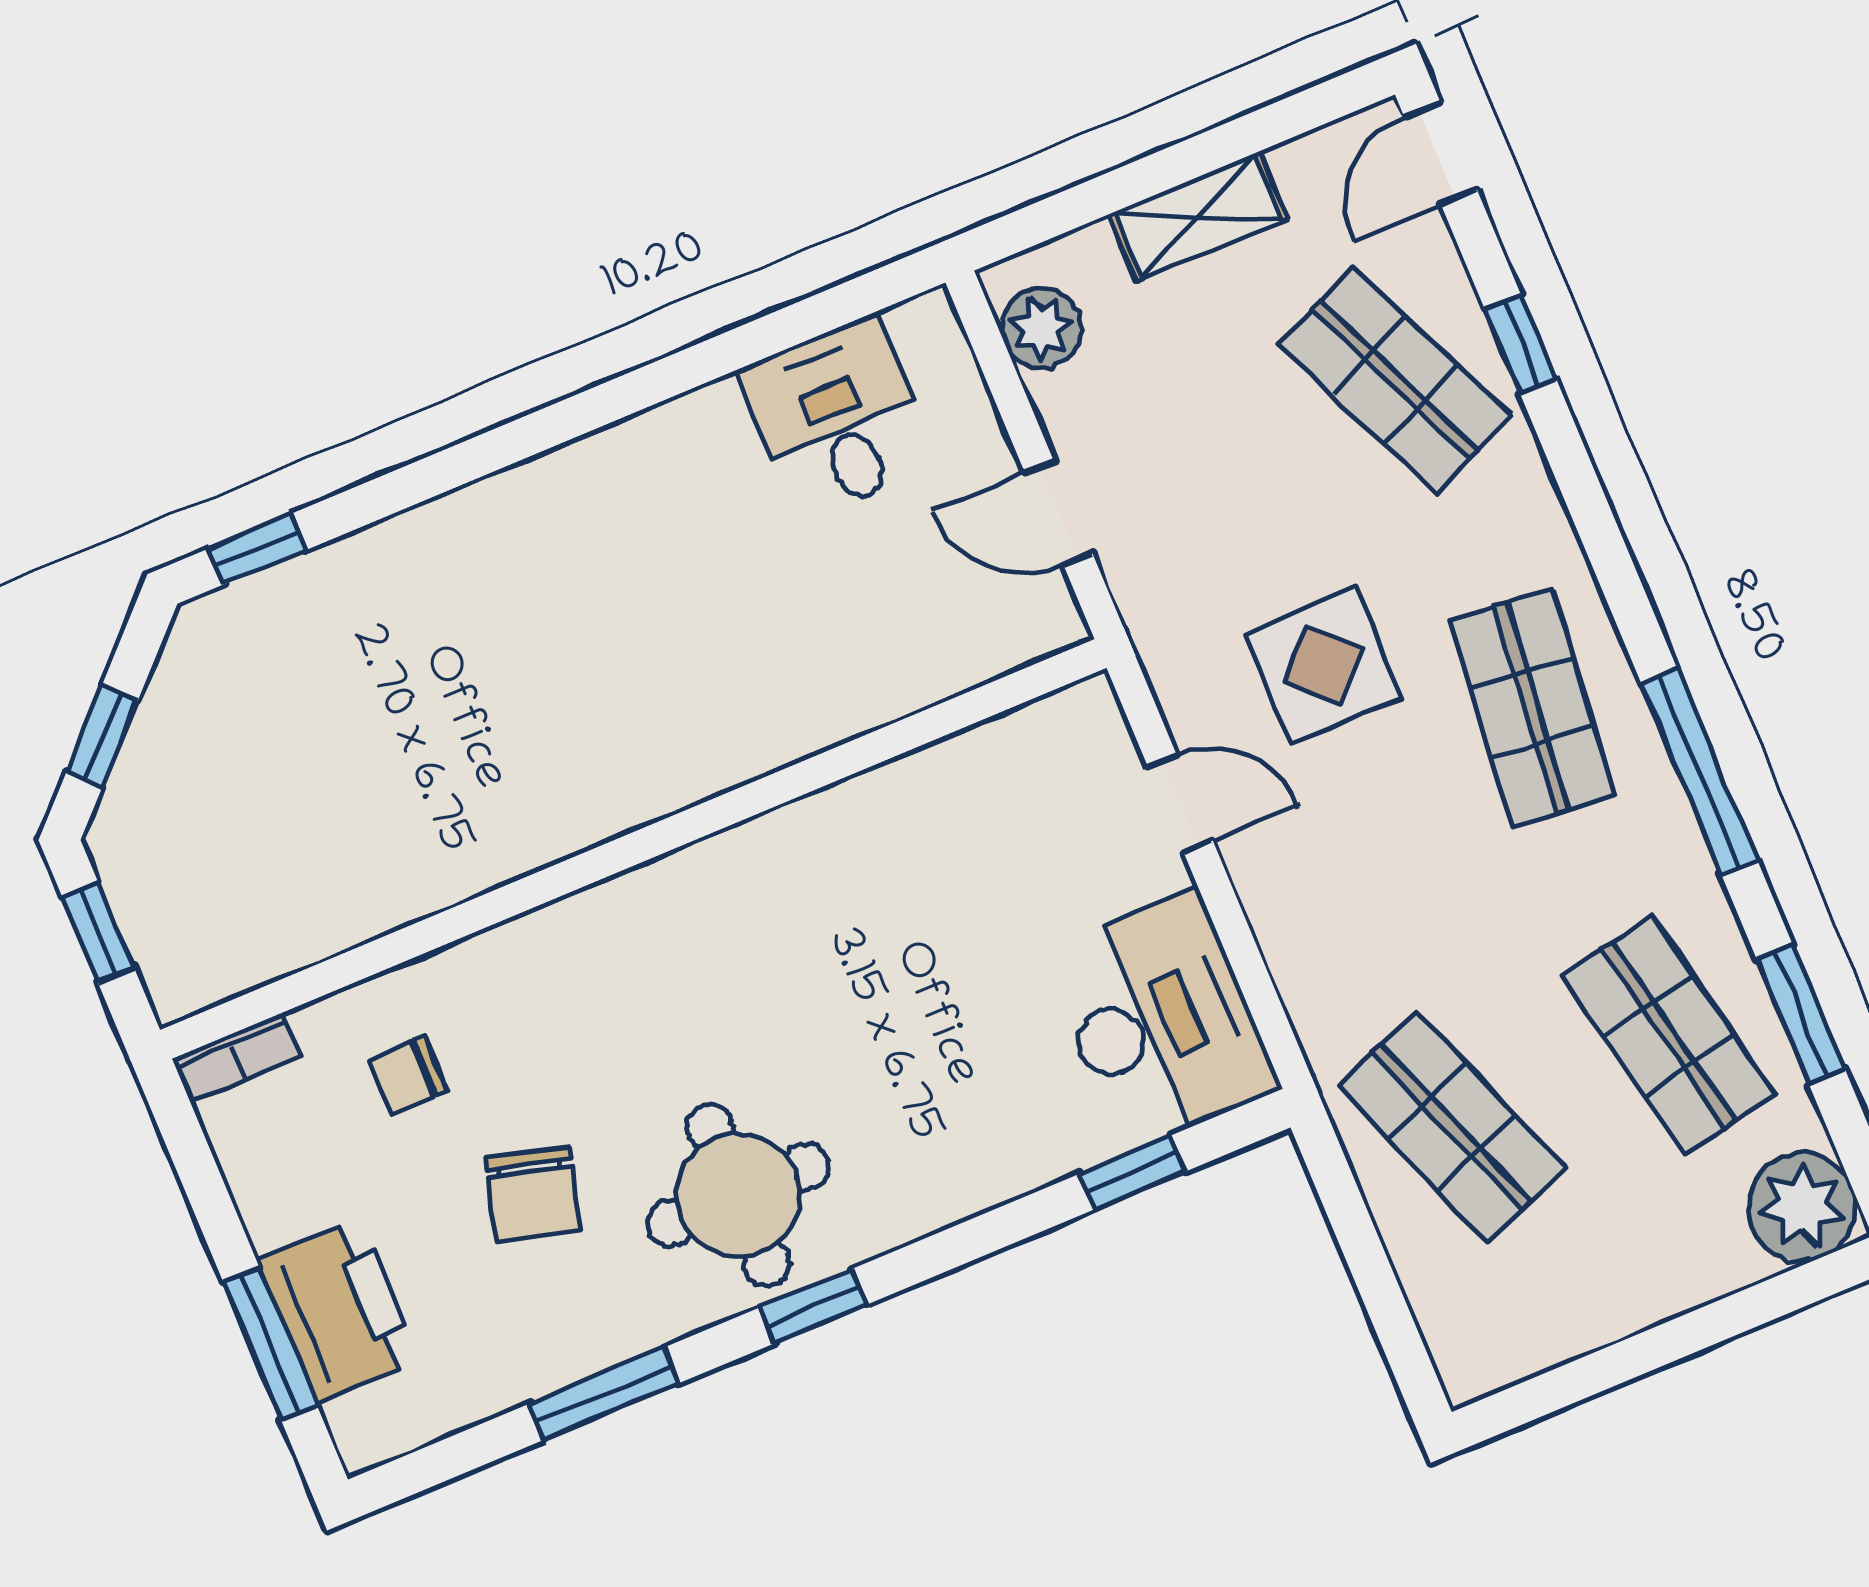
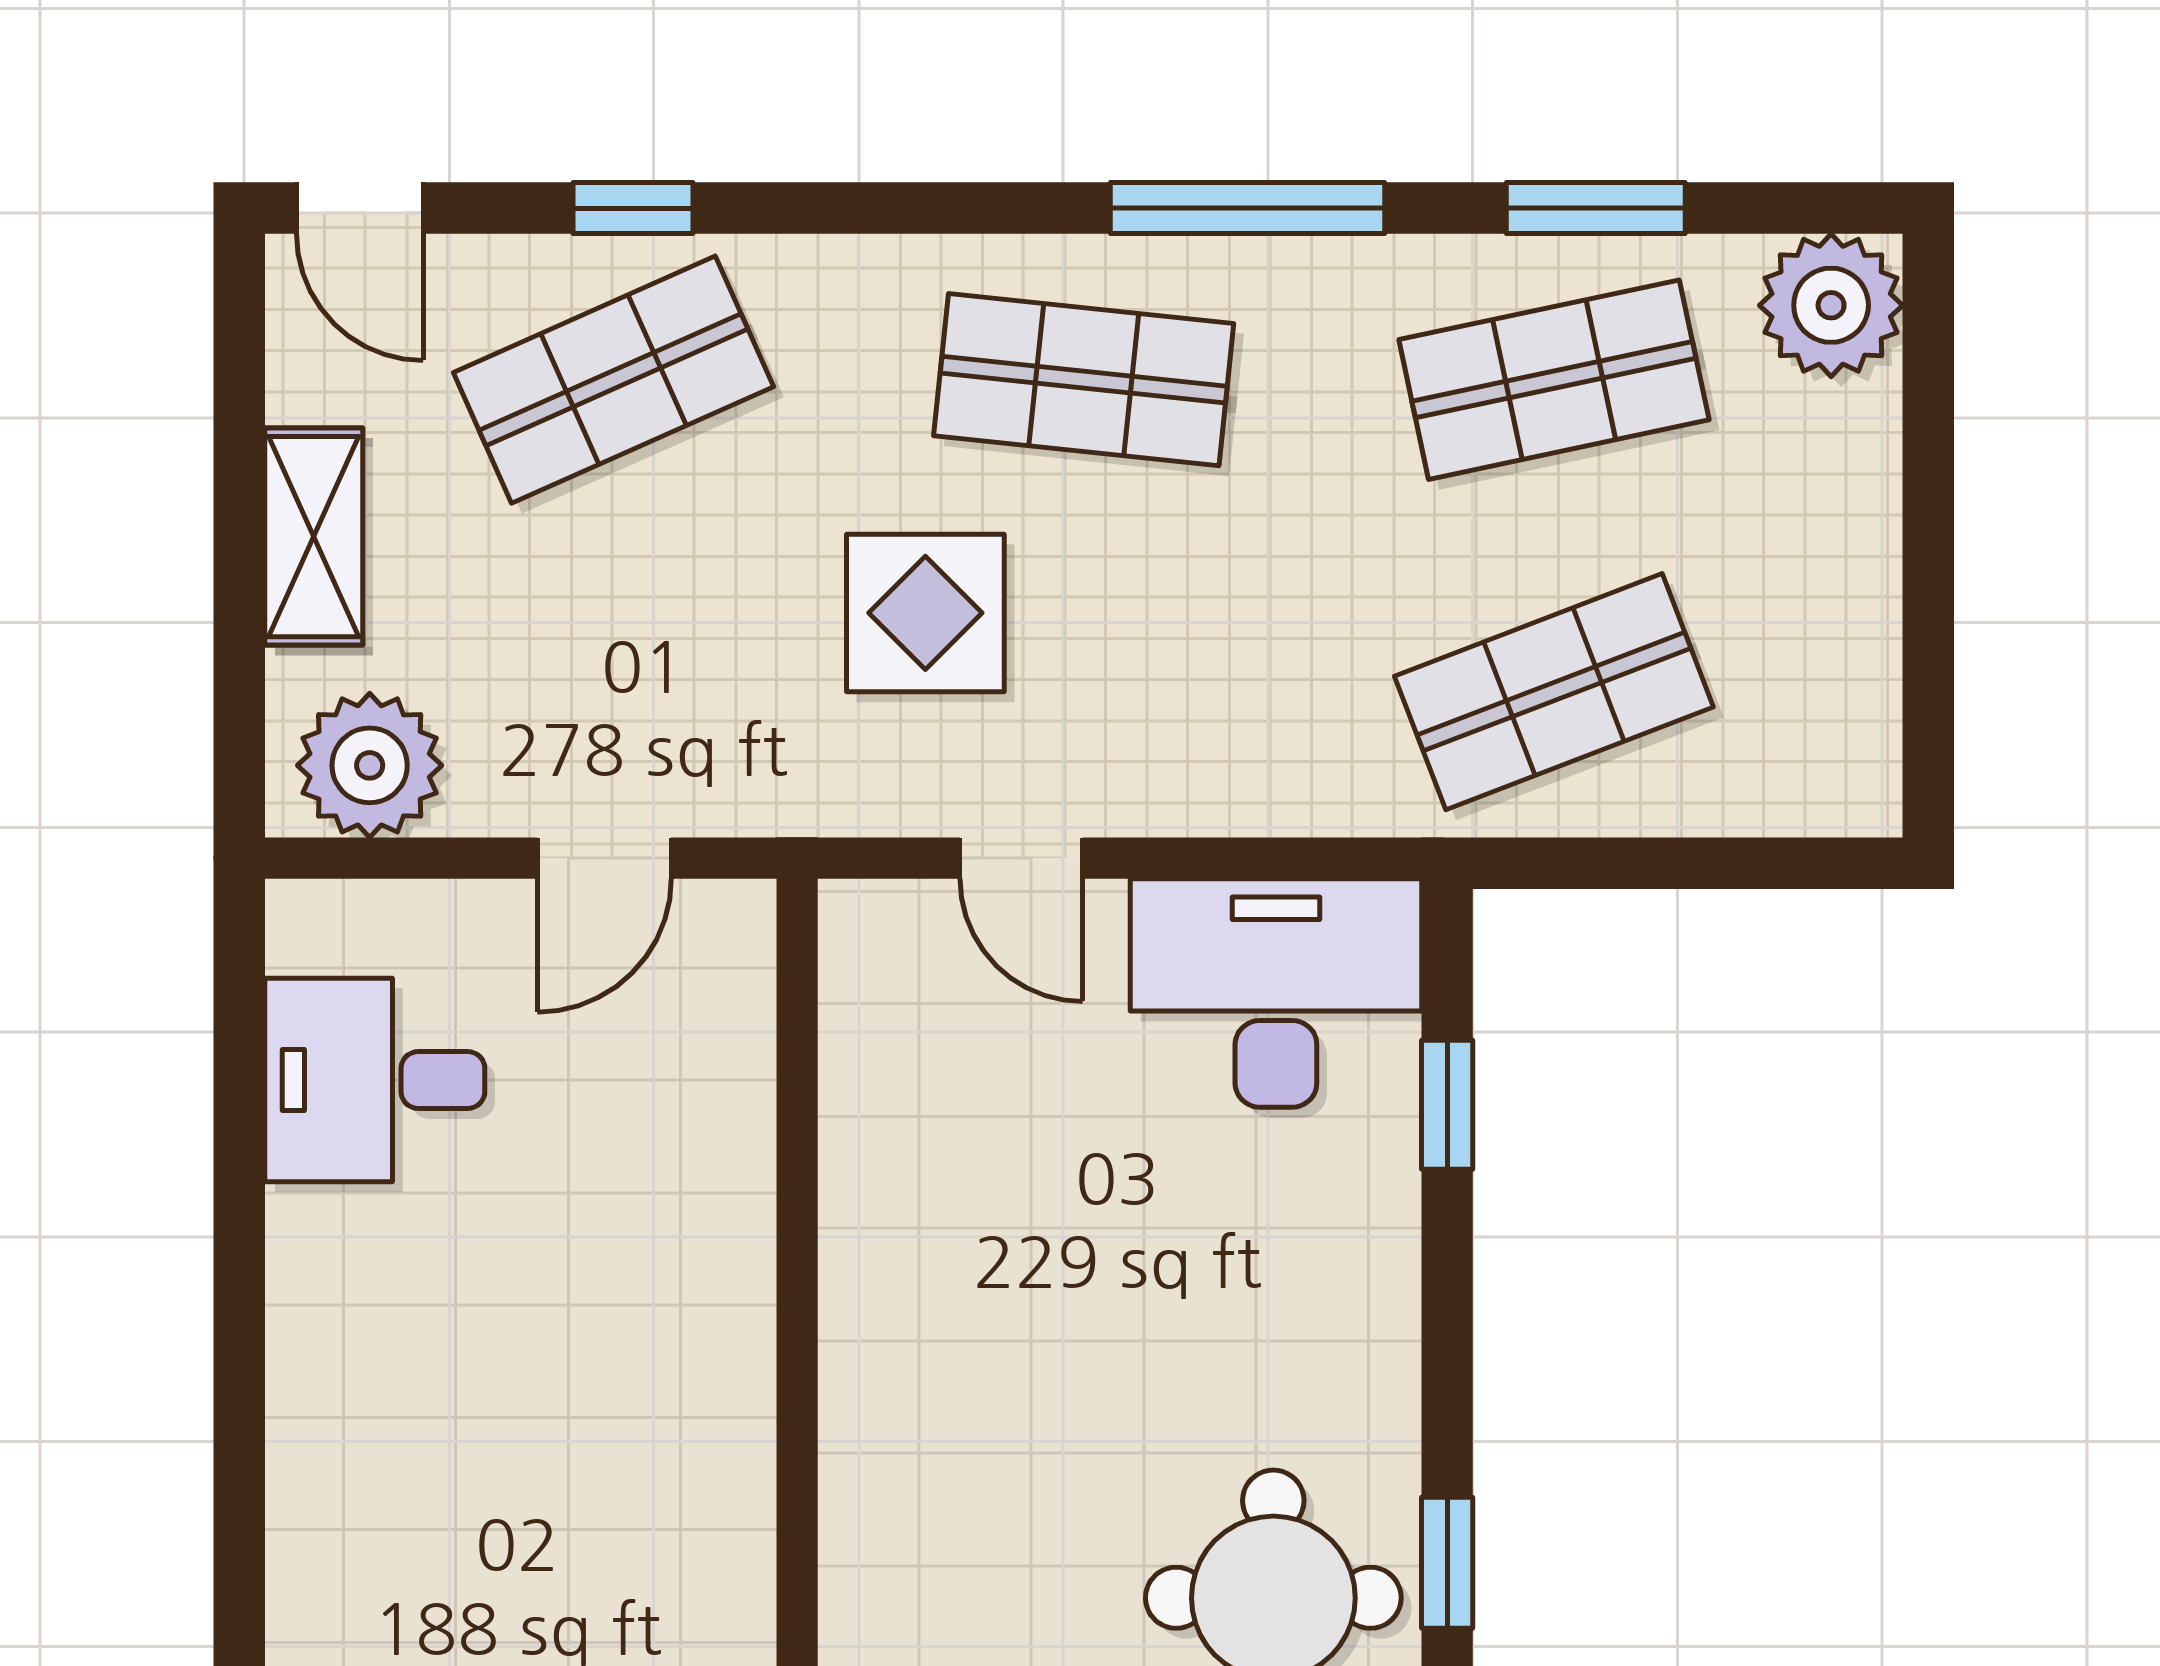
plant: (1041, 328) -> (370, 765), width x1.36, depth x1.36
door: (1180, 804) -> (1021, 858), swing flipped

